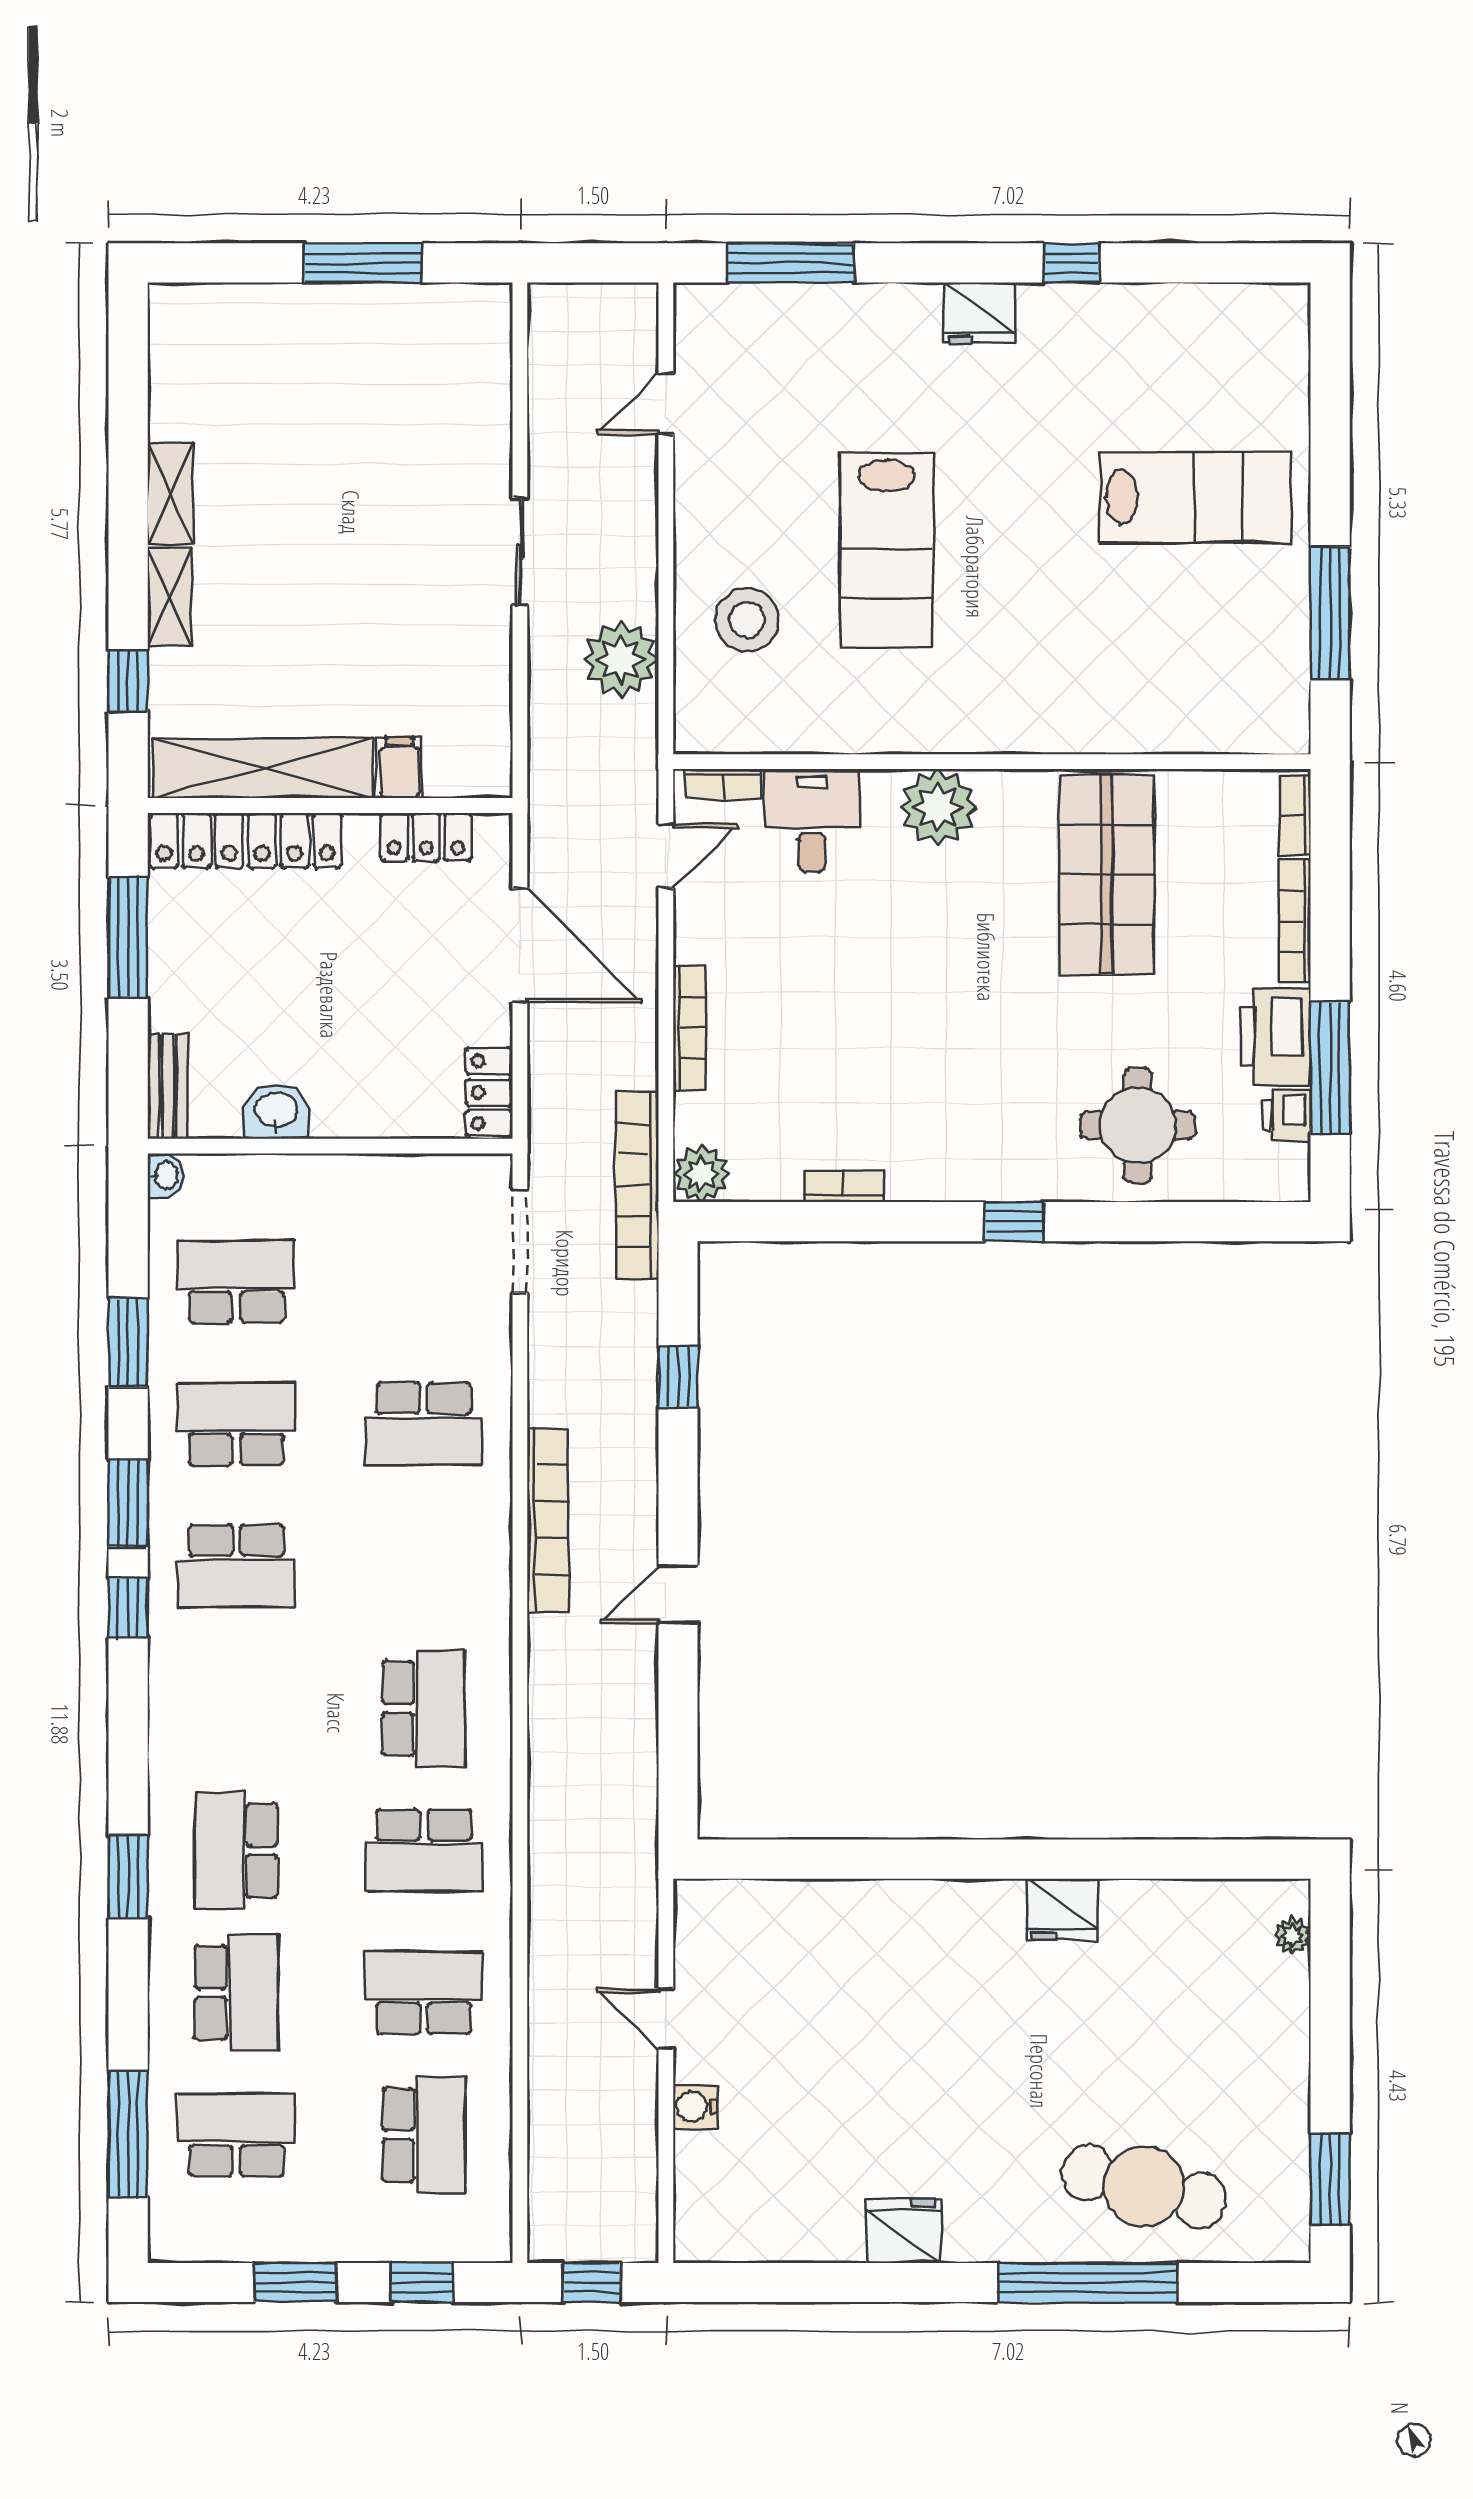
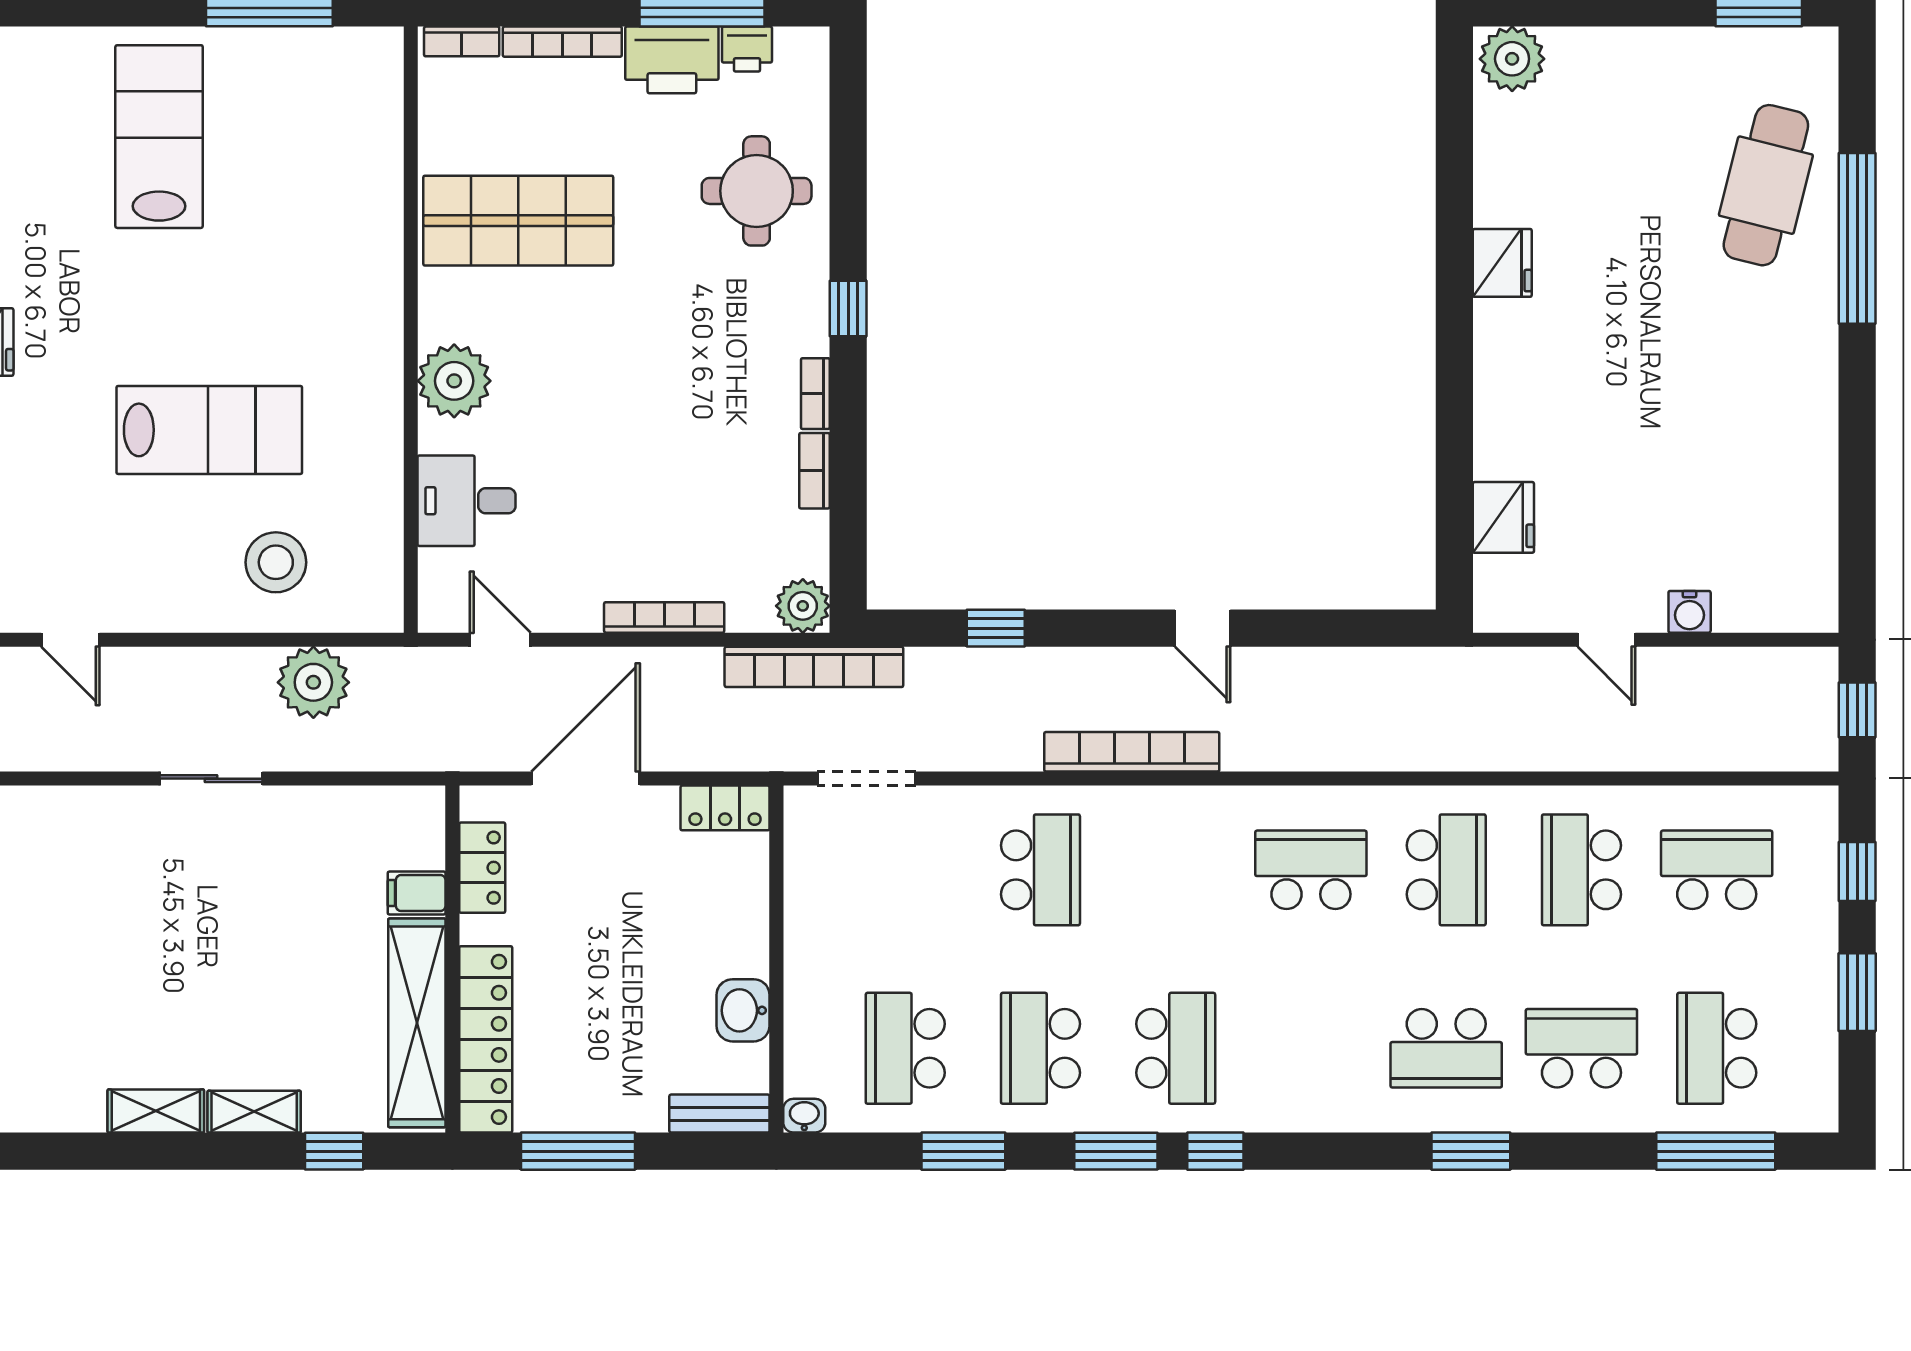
bookcase: (723, 784) -> (815, 394), moved, turned 180
plant: (1293, 1936) -> (1512, 59), width x1.87, depth x1.87
door: (666, 2019) -> (1606, 640), hinge flipped
fridge: (903, 2231) -> (1503, 517), moved, turned 180

